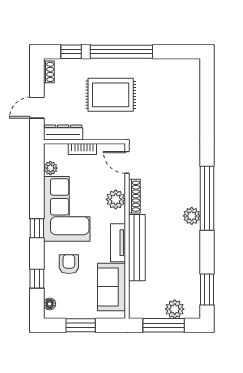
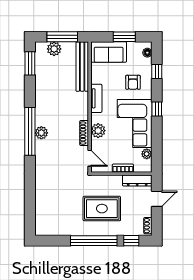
plant: (192, 216) -> (41, 133), moved
bench: (137, 248) -> (82, 67), moved
sofa: (112, 287) -> (109, 52), moved, turned 90

